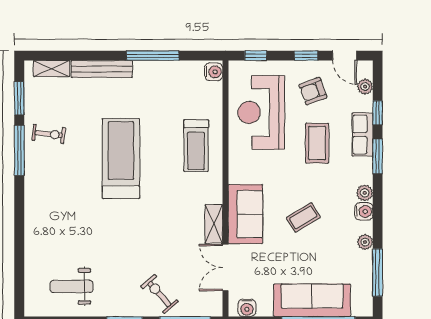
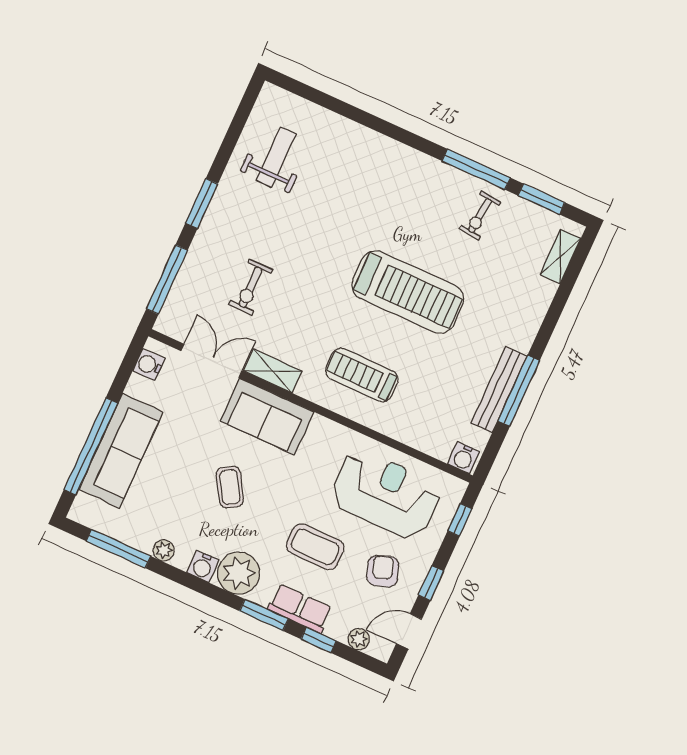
bench: (102, 69) -> (499, 390), moved
treadmill: (196, 146) -> (362, 375), moved
plant: (365, 193) -> (239, 573), width x1.87, depth x1.87
exercise bike: (159, 294) -> (251, 287), moved, turned 131

